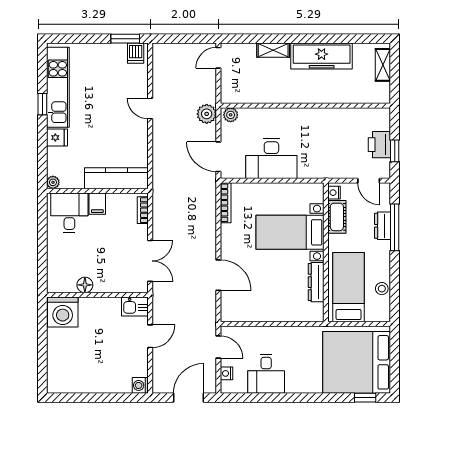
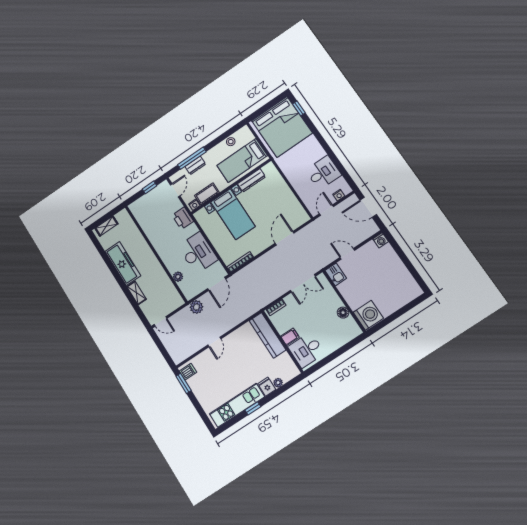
plant: (231, 115) -> (178, 277), moved
printer: (379, 145) -> (183, 218), moved, turned 90
plant: (53, 182) -> (278, 383), moved
double door: (150, 261) -> (303, 283), swing flipped

